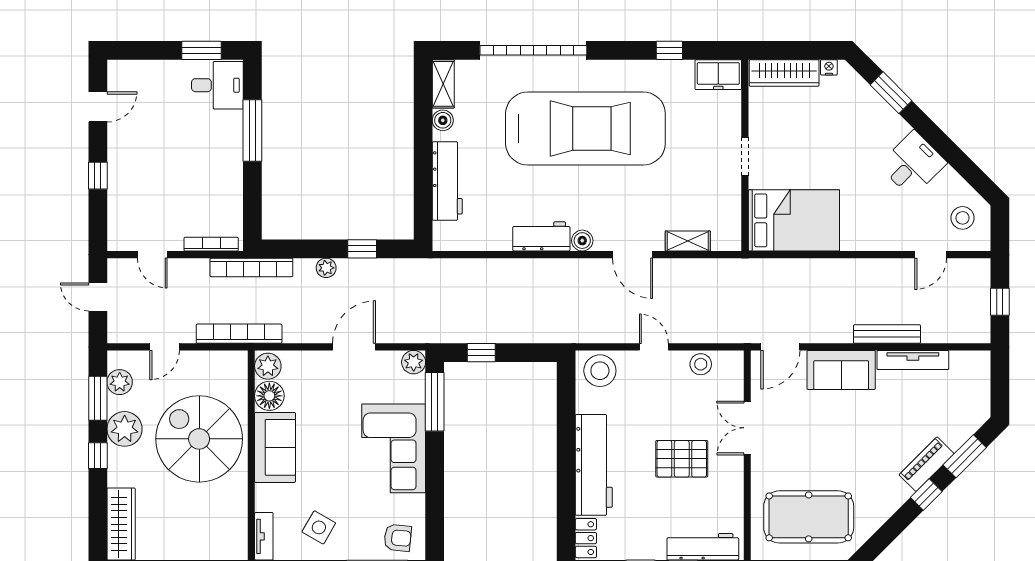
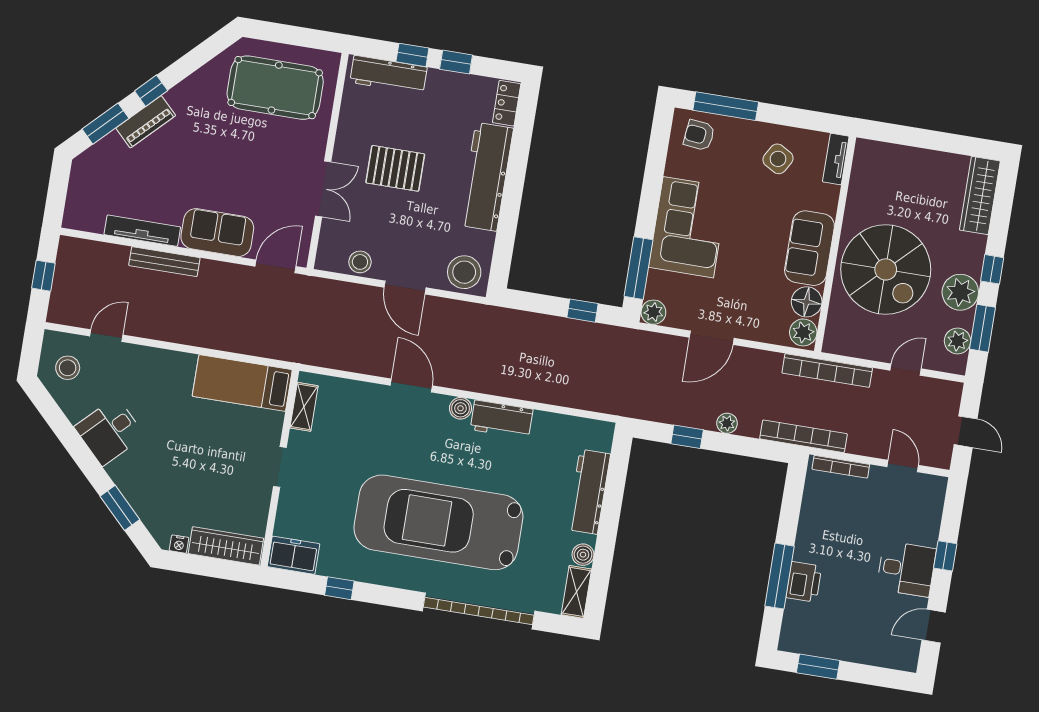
desk: (217, 85) -> (906, 569), moved, turned 180
printer: (228, 129) -> (804, 582), added
bed: (794, 220) -> (242, 383), width x0.67
shelving: (688, 241) -> (304, 407), moved, turned 90
door: (654, 347) -> (405, 288), width x1.38

